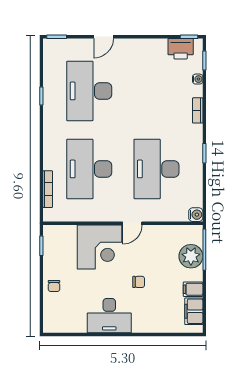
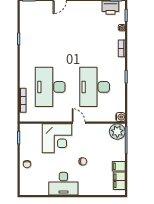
desk: (89, 91) -> (50, 35), removed
door: (132, 223) -> (79, 123), swing flipped
plant: (191, 256) -> (117, 132), moved

